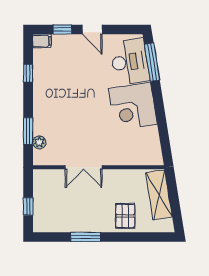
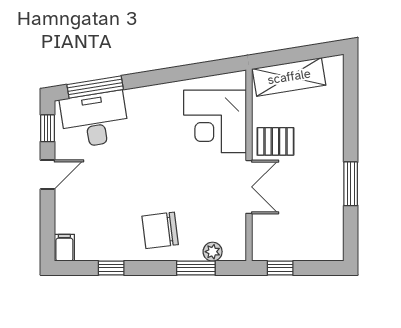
window: (62, 29) -> (48, 128), moved
corner desk: (133, 106) -> (215, 121), moved, turned 99
chair: (54, 107) -> (160, 230), added
window: (28, 206) -> (280, 268), moved
pallet: (125, 216) -> (275, 141), moved

